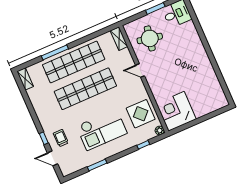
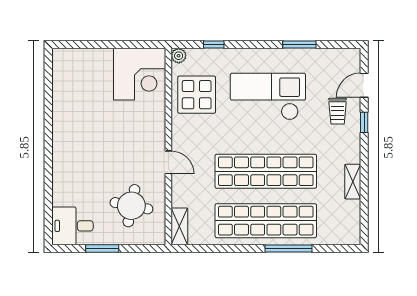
shelving: (25, 79) -> (353, 182), moved
door: (53, 158) -> (364, 85), swing flipped

